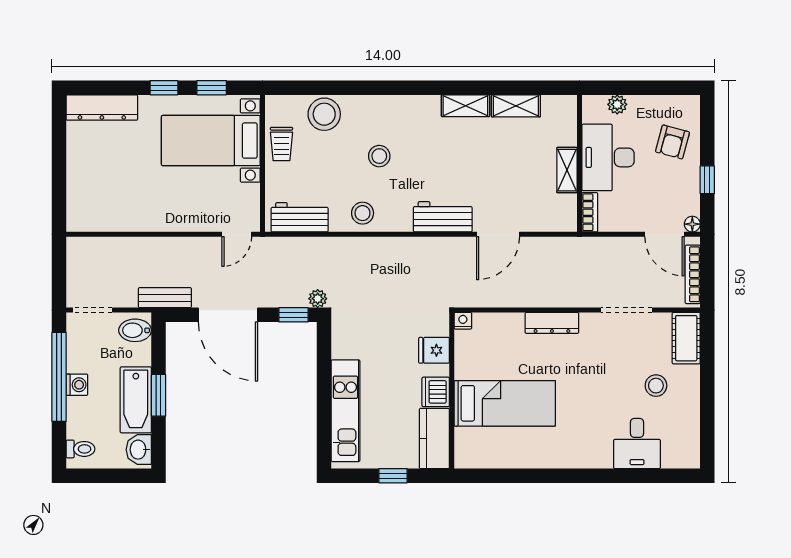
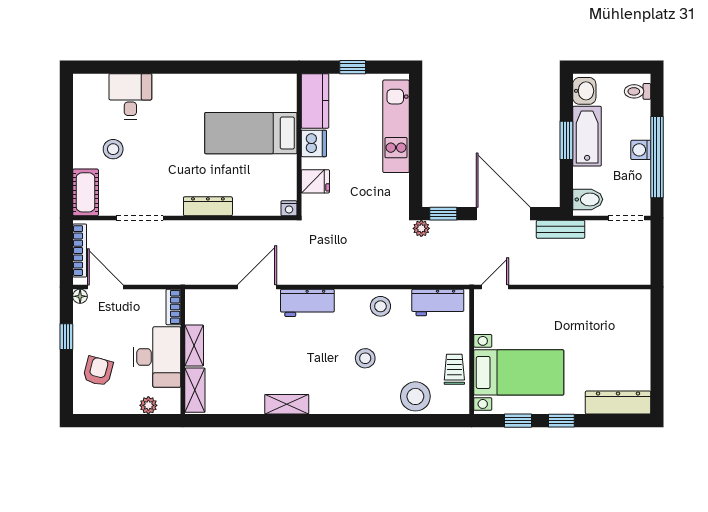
shelving: (516, 106) -> (195, 390), moved, turned 90

